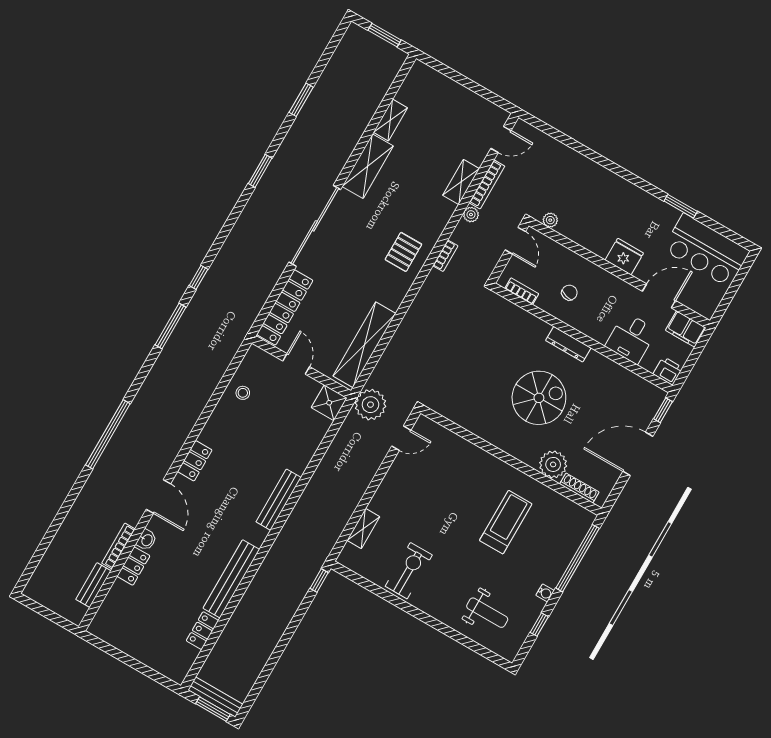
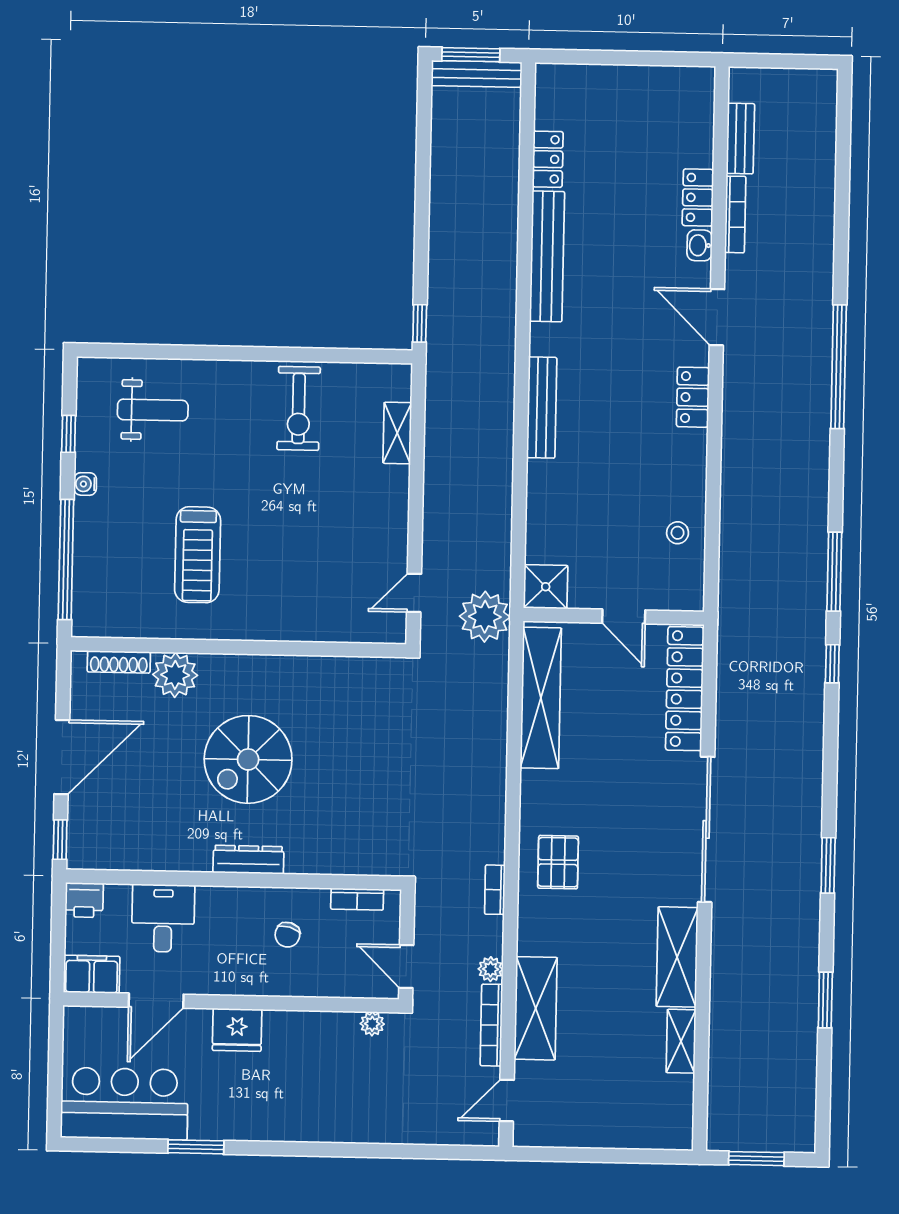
shelving: (461, 182) -> (536, 1008), width x1.50, depth x1.33
weight bench: (487, 613) -> (153, 410), turned 180

